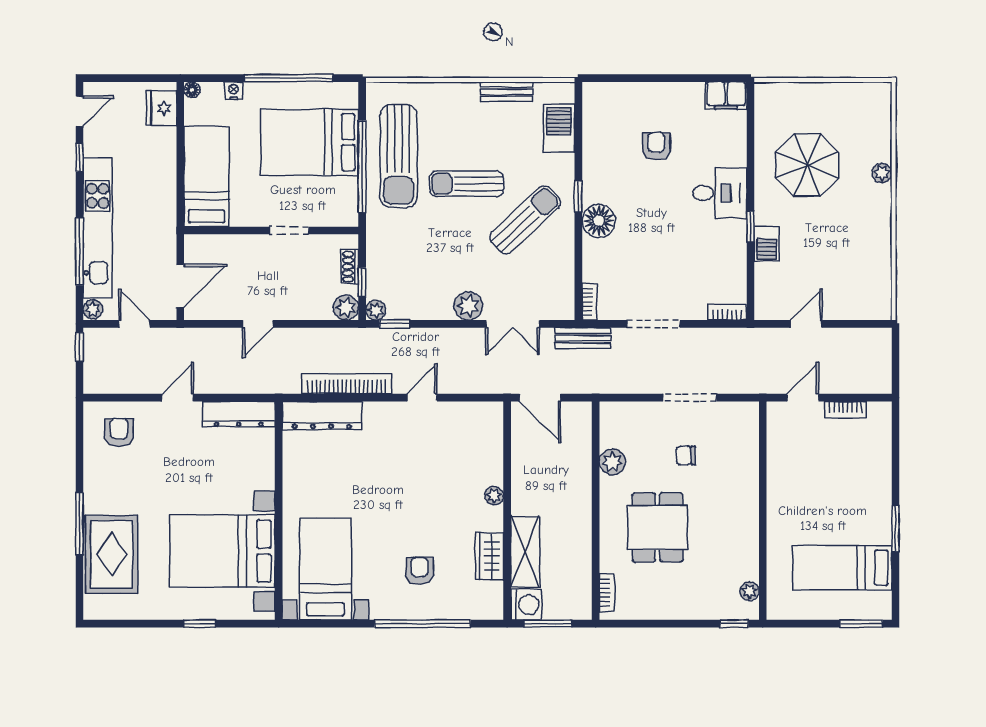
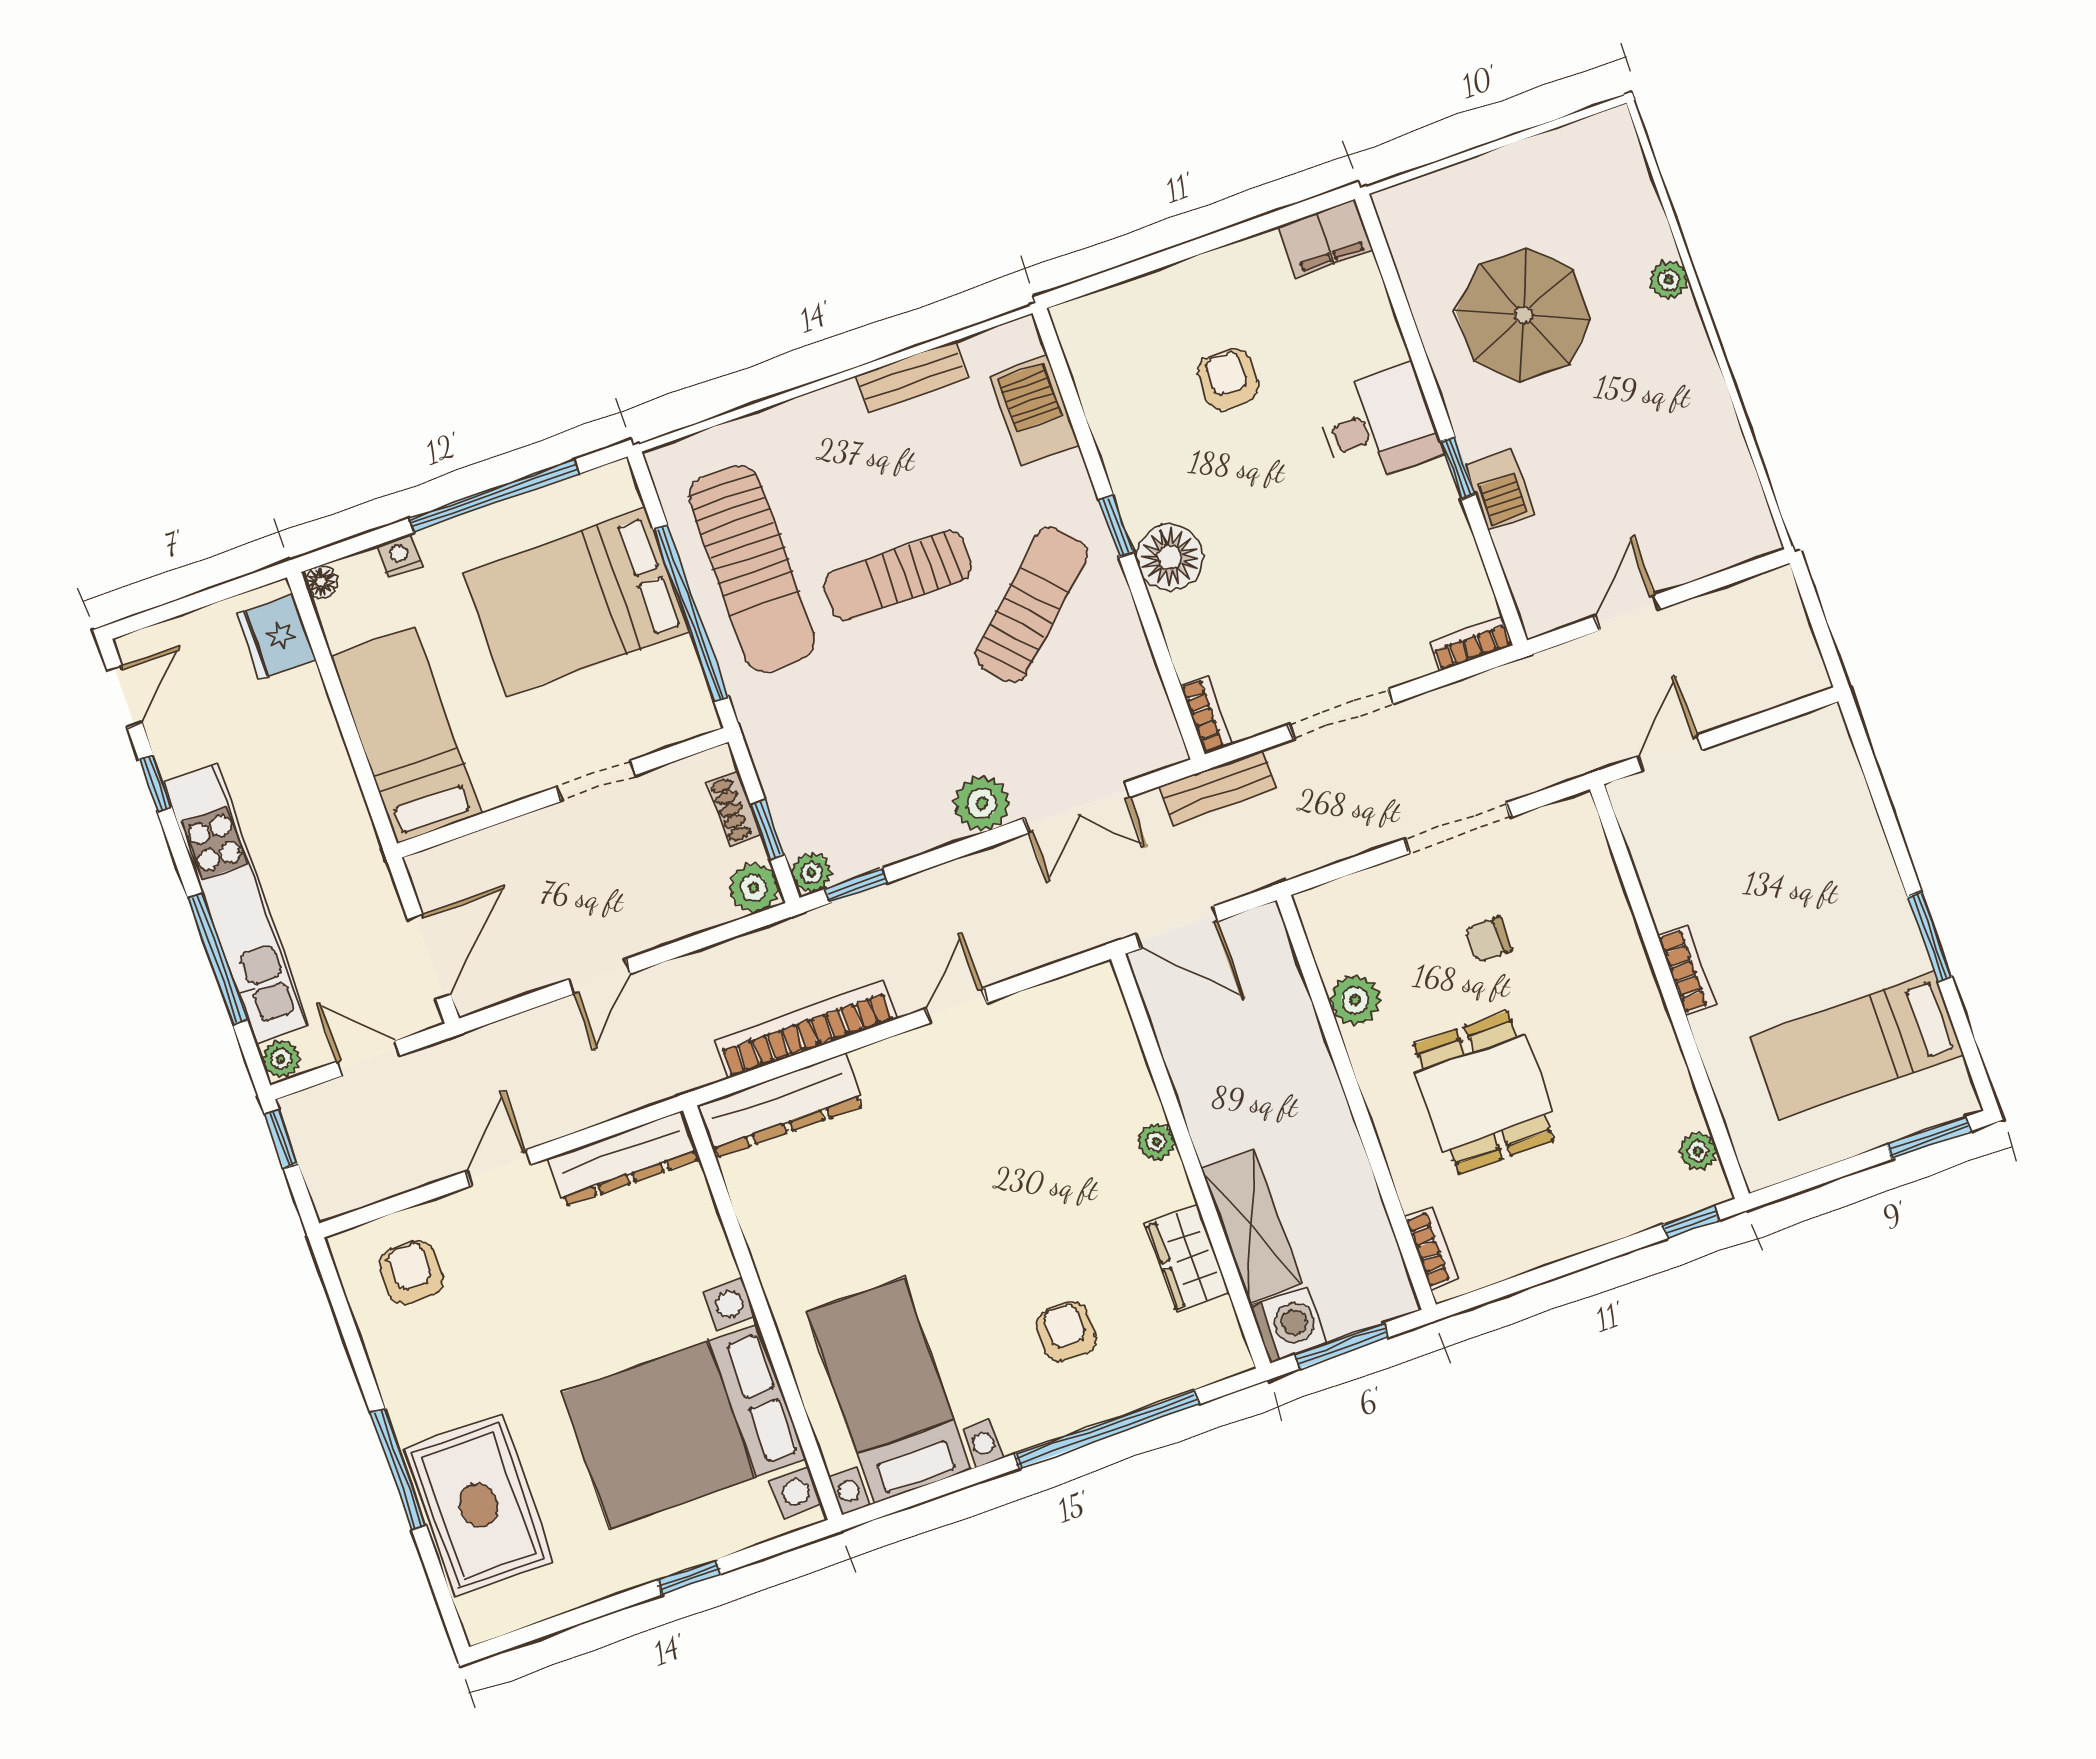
bookcase: (845, 410) -> (1687, 970), moved, turned -90

